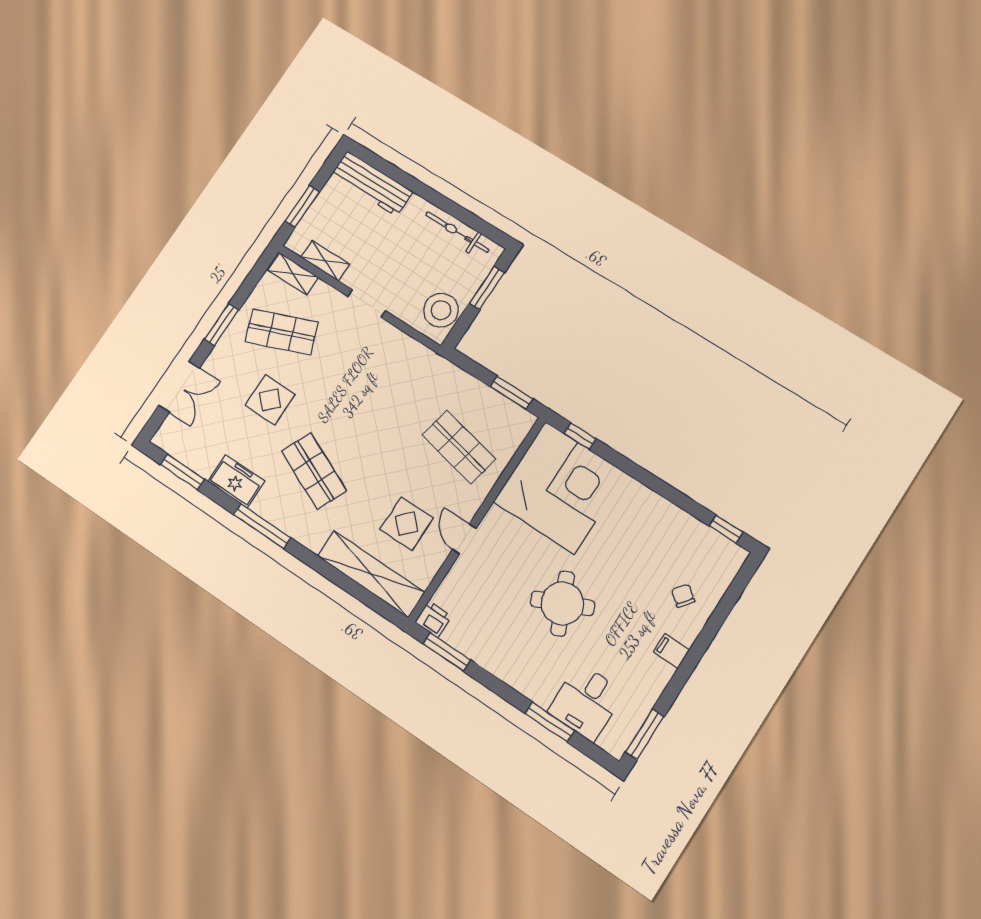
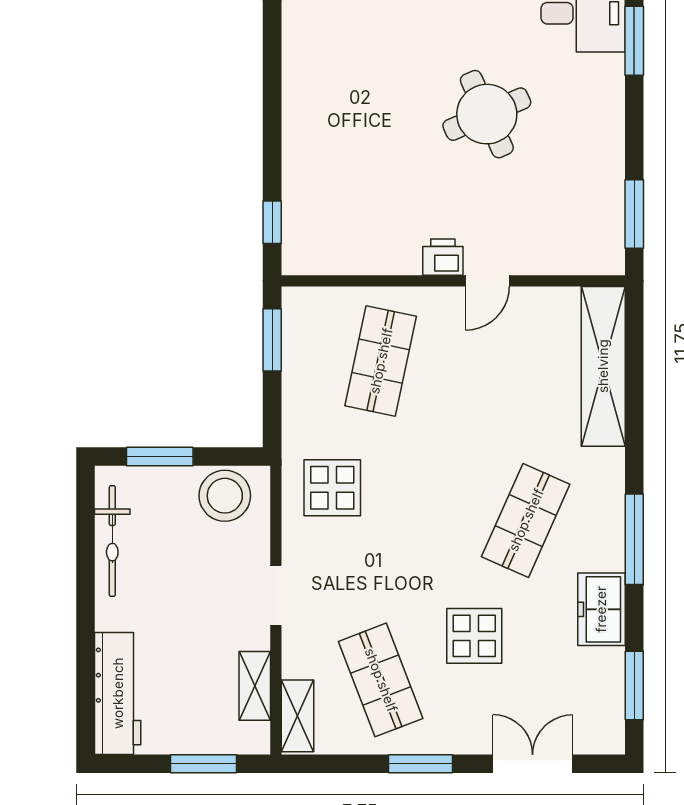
corner desk: (560, 488) -> (351, 206), removed
display table: (407, 524) -> (332, 488), moved
printer: (433, 619) -> (443, 257), moved, turned 90

